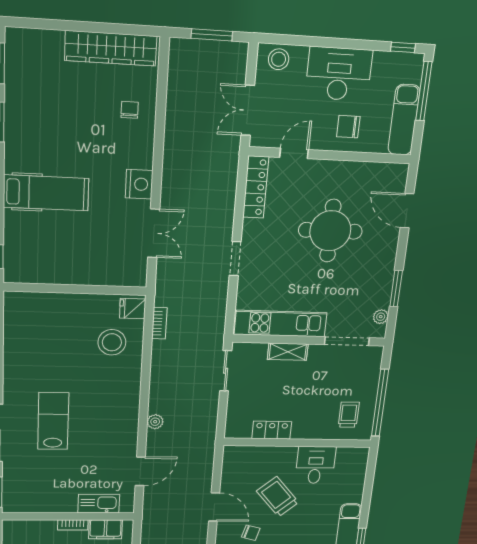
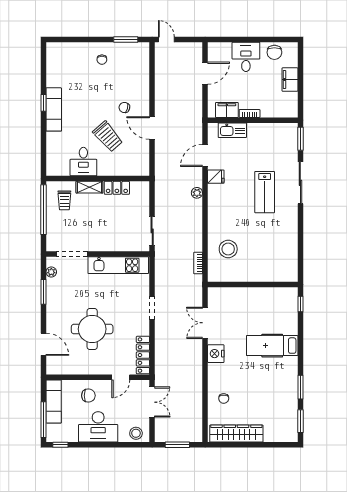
fridge: (133, 308) -> (216, 177), moved
shelving: (288, 352) -> (89, 187), moved

